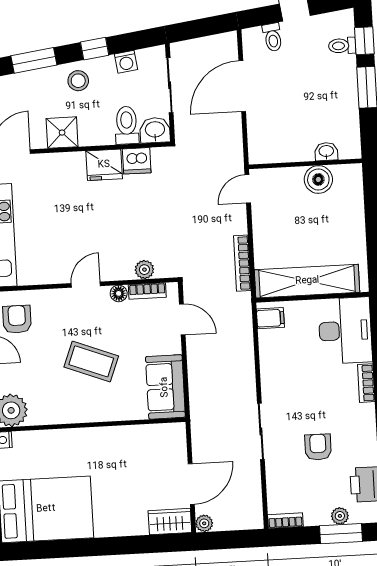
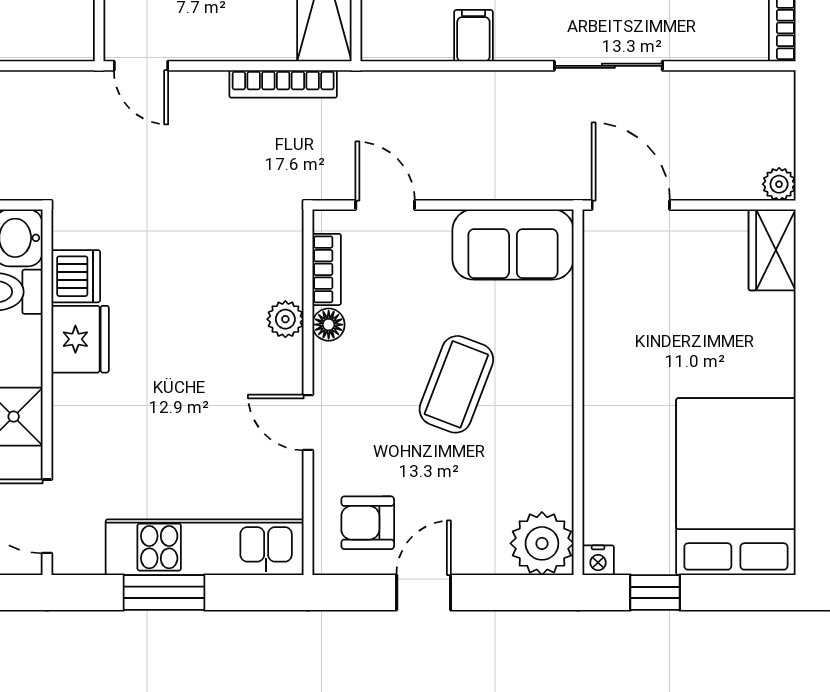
plant: (144, 270) -> (285, 319), moved
door: (86, 285) -> (308, 422), moved
filing cabinet: (270, 318) -> (473, 36), moved
door: (182, 319) -> (385, 205), hinge flipped
door: (191, 484) -> (631, 205), moved

